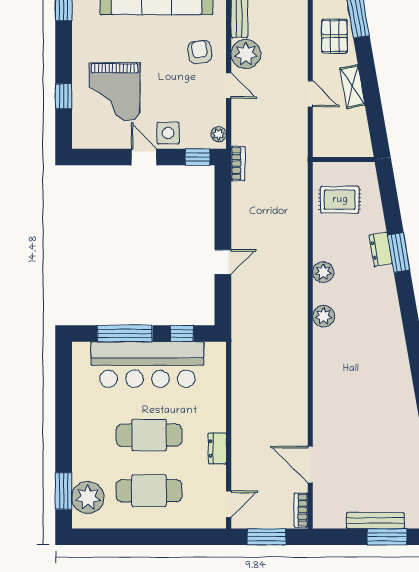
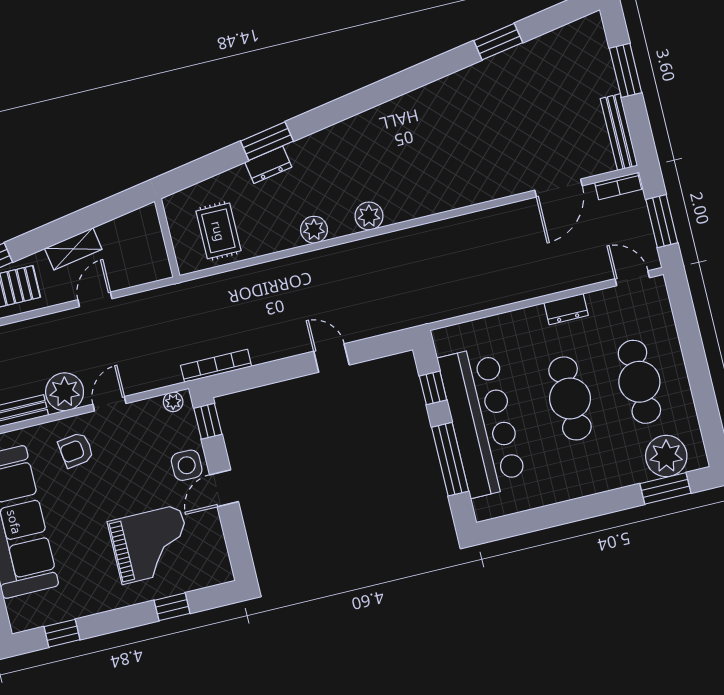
bookcase: (238, 164) -> (216, 366), width x1.56
bench: (375, 521) -> (619, 132), moved

